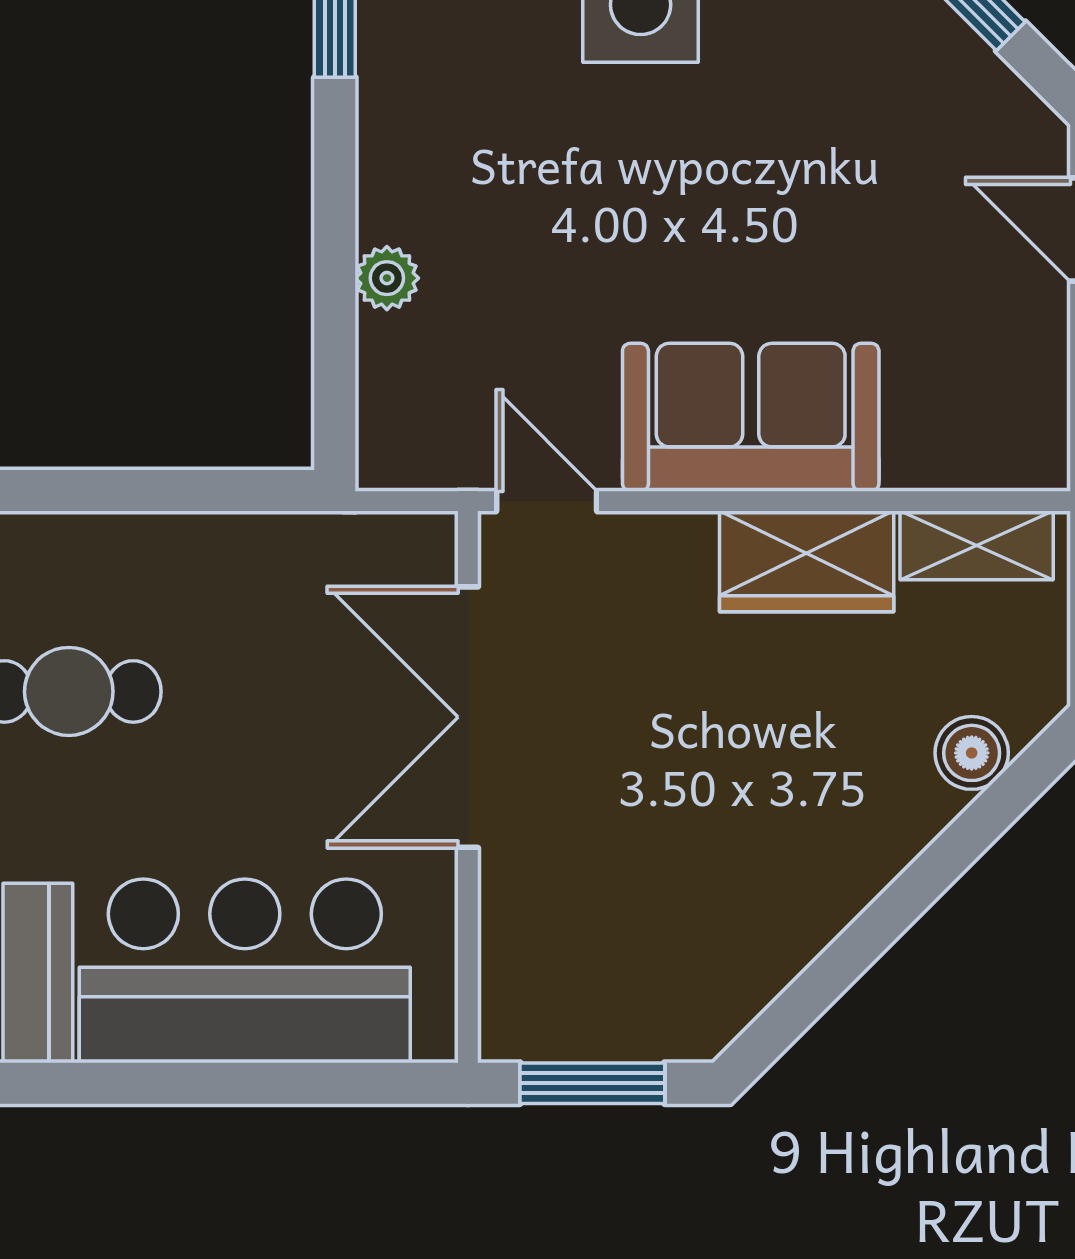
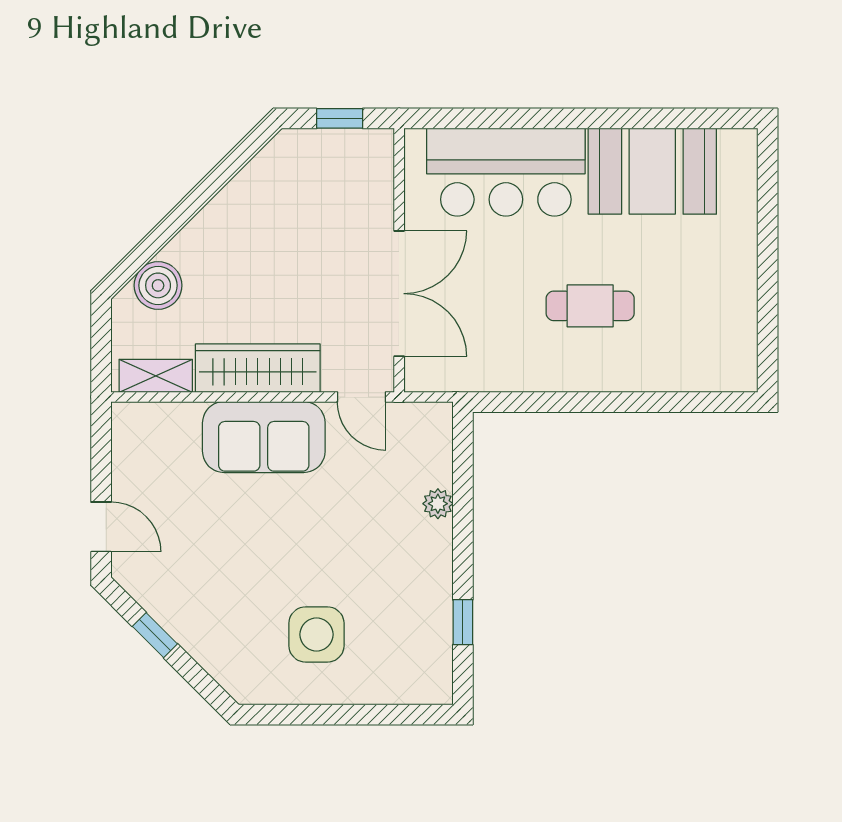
wardrobe: (807, 561) -> (258, 368), width x1.50
boiler: (972, 753) -> (158, 285), width x1.36, depth x1.36
window: (592, 1083) -> (340, 118), width x0.67

